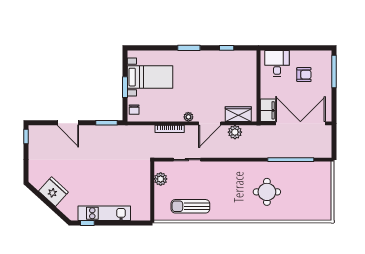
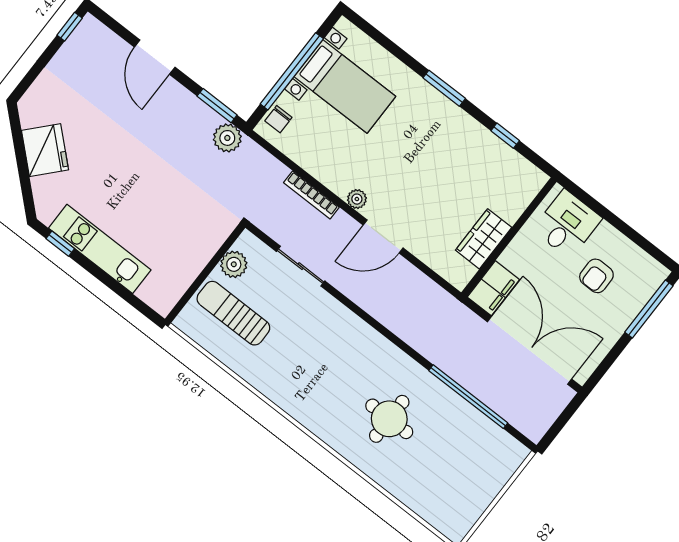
armchair: (304, 75) -> (596, 276), turned 90
window: (125, 87) -> (292, 71), width x2.11
wardrobe: (238, 114) -> (484, 239), moved, turned -90
plant: (235, 132) -> (227, 138), moved
sun lounger: (190, 206) -> (233, 313), moved

